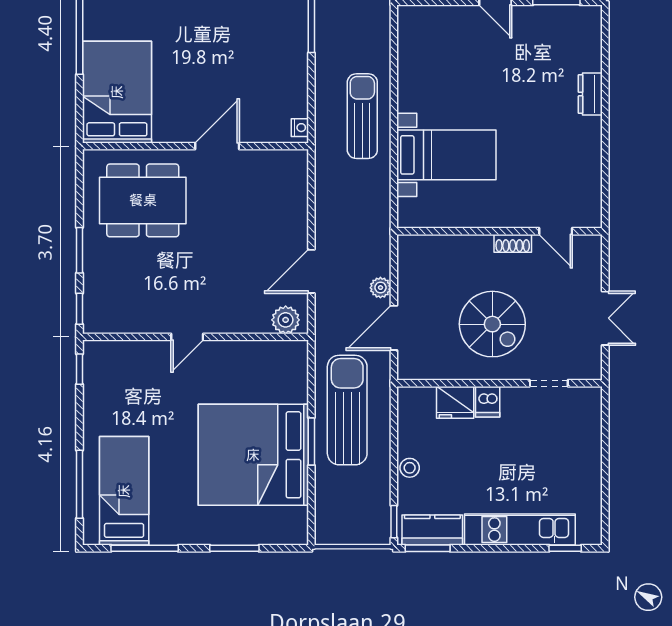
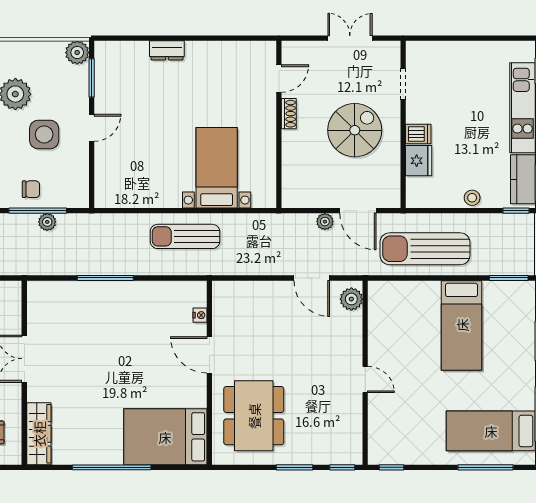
nightstand: (300, 128) -> (200, 315), moved, turned 90
window: (311, 442) -> (509, 278), moved
bed: (253, 455) -> (462, 325), width x0.49

